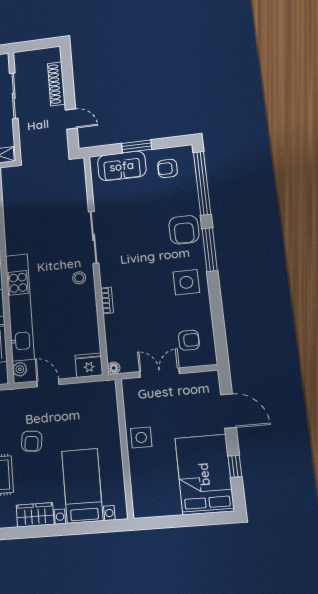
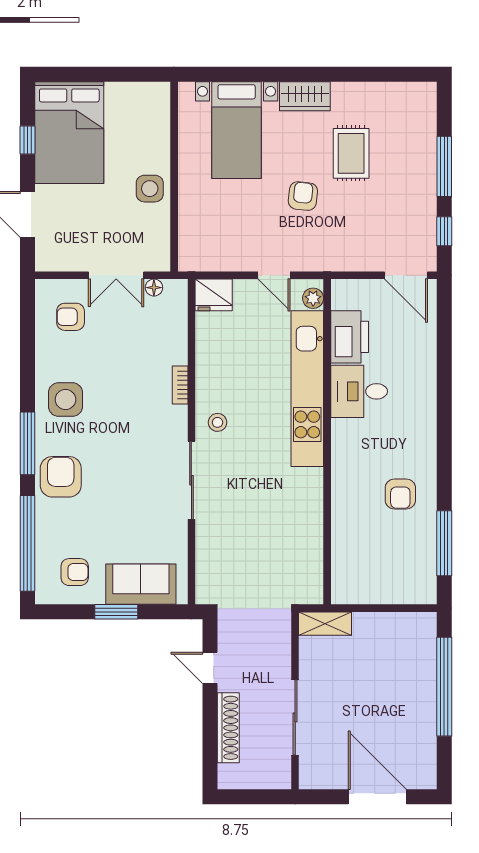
floor lamp: (114, 368) -> (154, 288), moved

